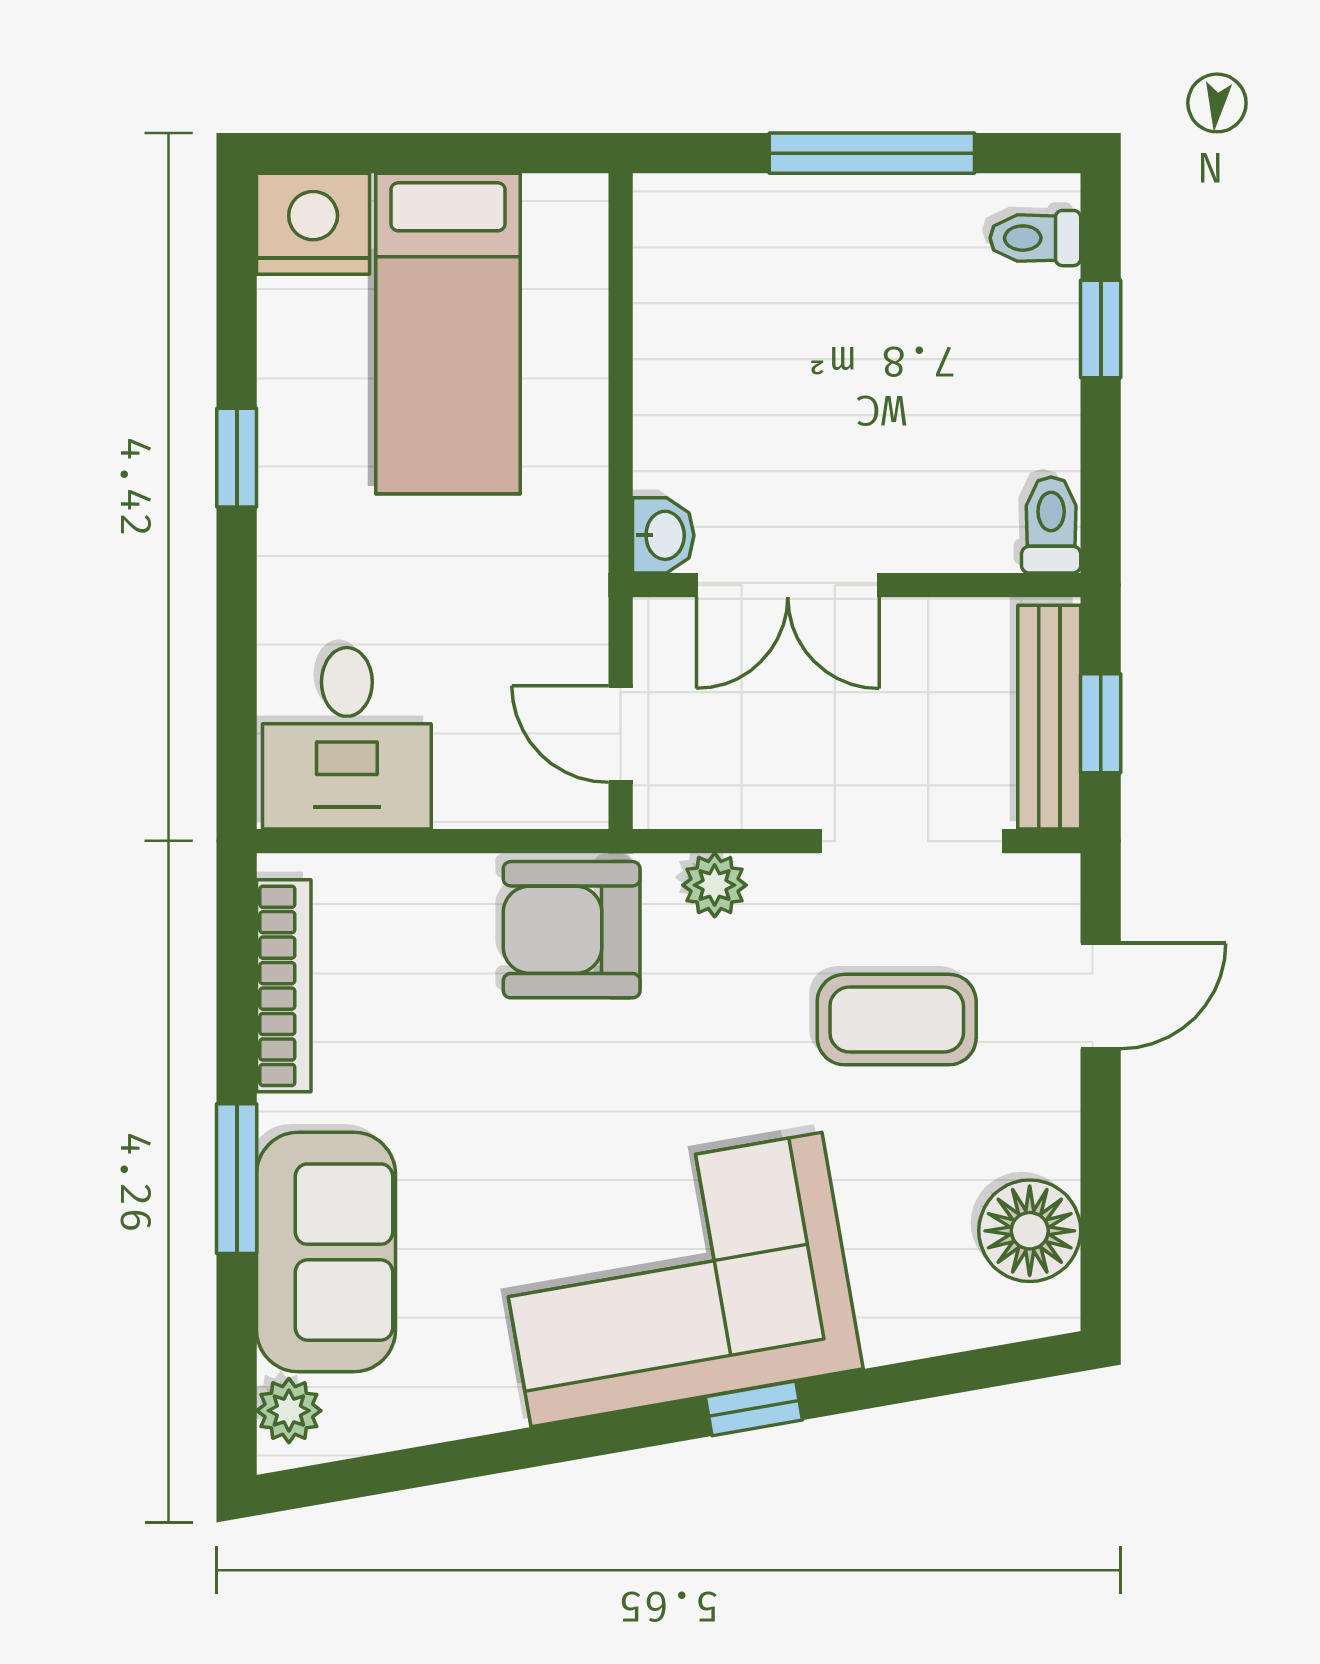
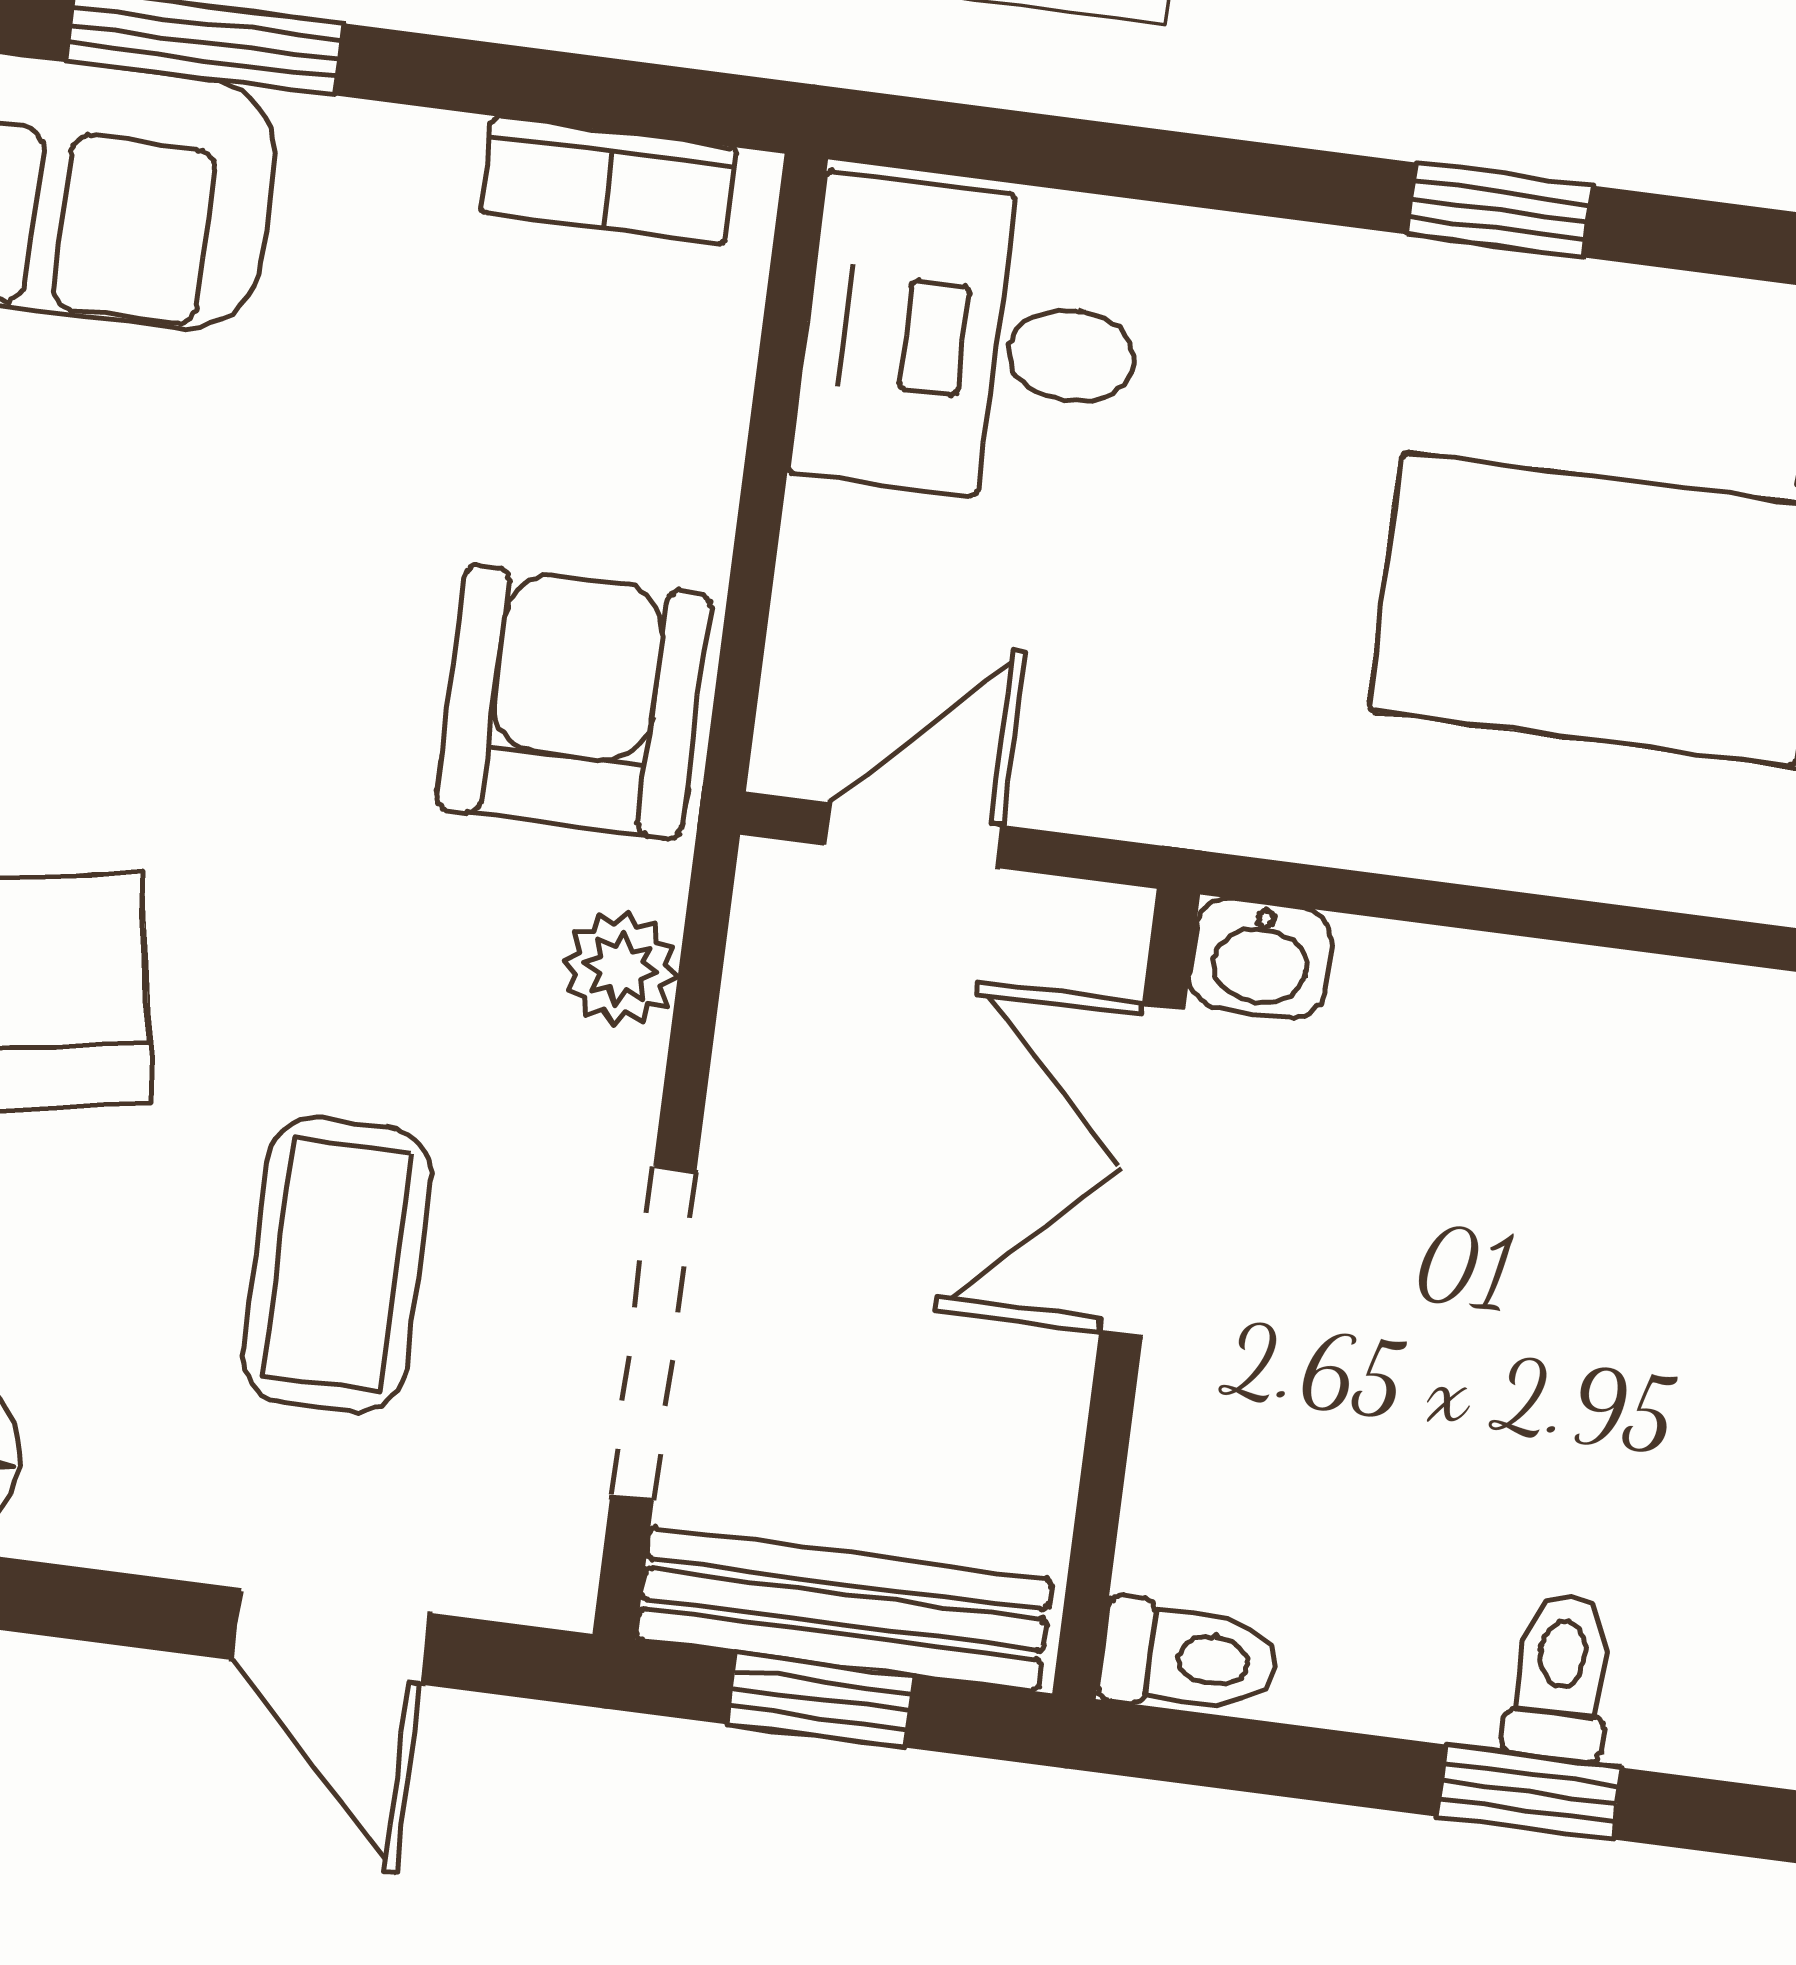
toilet: (1035, 238) -> (1560, 1677), moved
bookcase: (284, 986) -> (609, 180), width x0.64

